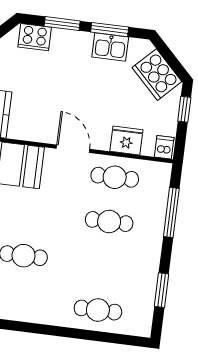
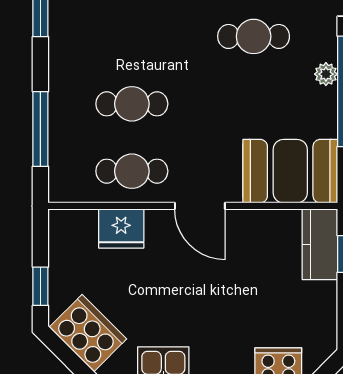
dishwasher: (164, 147) -> (63, 225), removed

